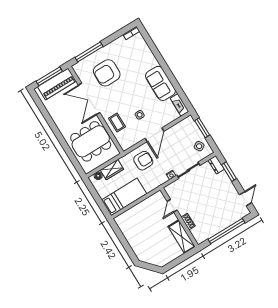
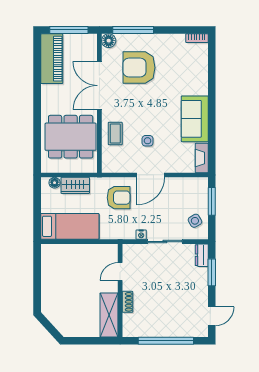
floor lamp: (78, 68) -> (109, 41), added
piano: (57, 84) -> (52, 59), moved, turned -90

